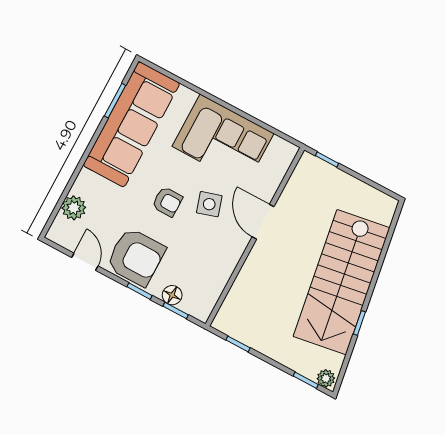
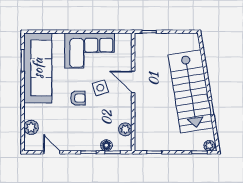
armchair: (136, 257) -> (77, 136), removed
plant: (213, 286) -> (125, 129), added

